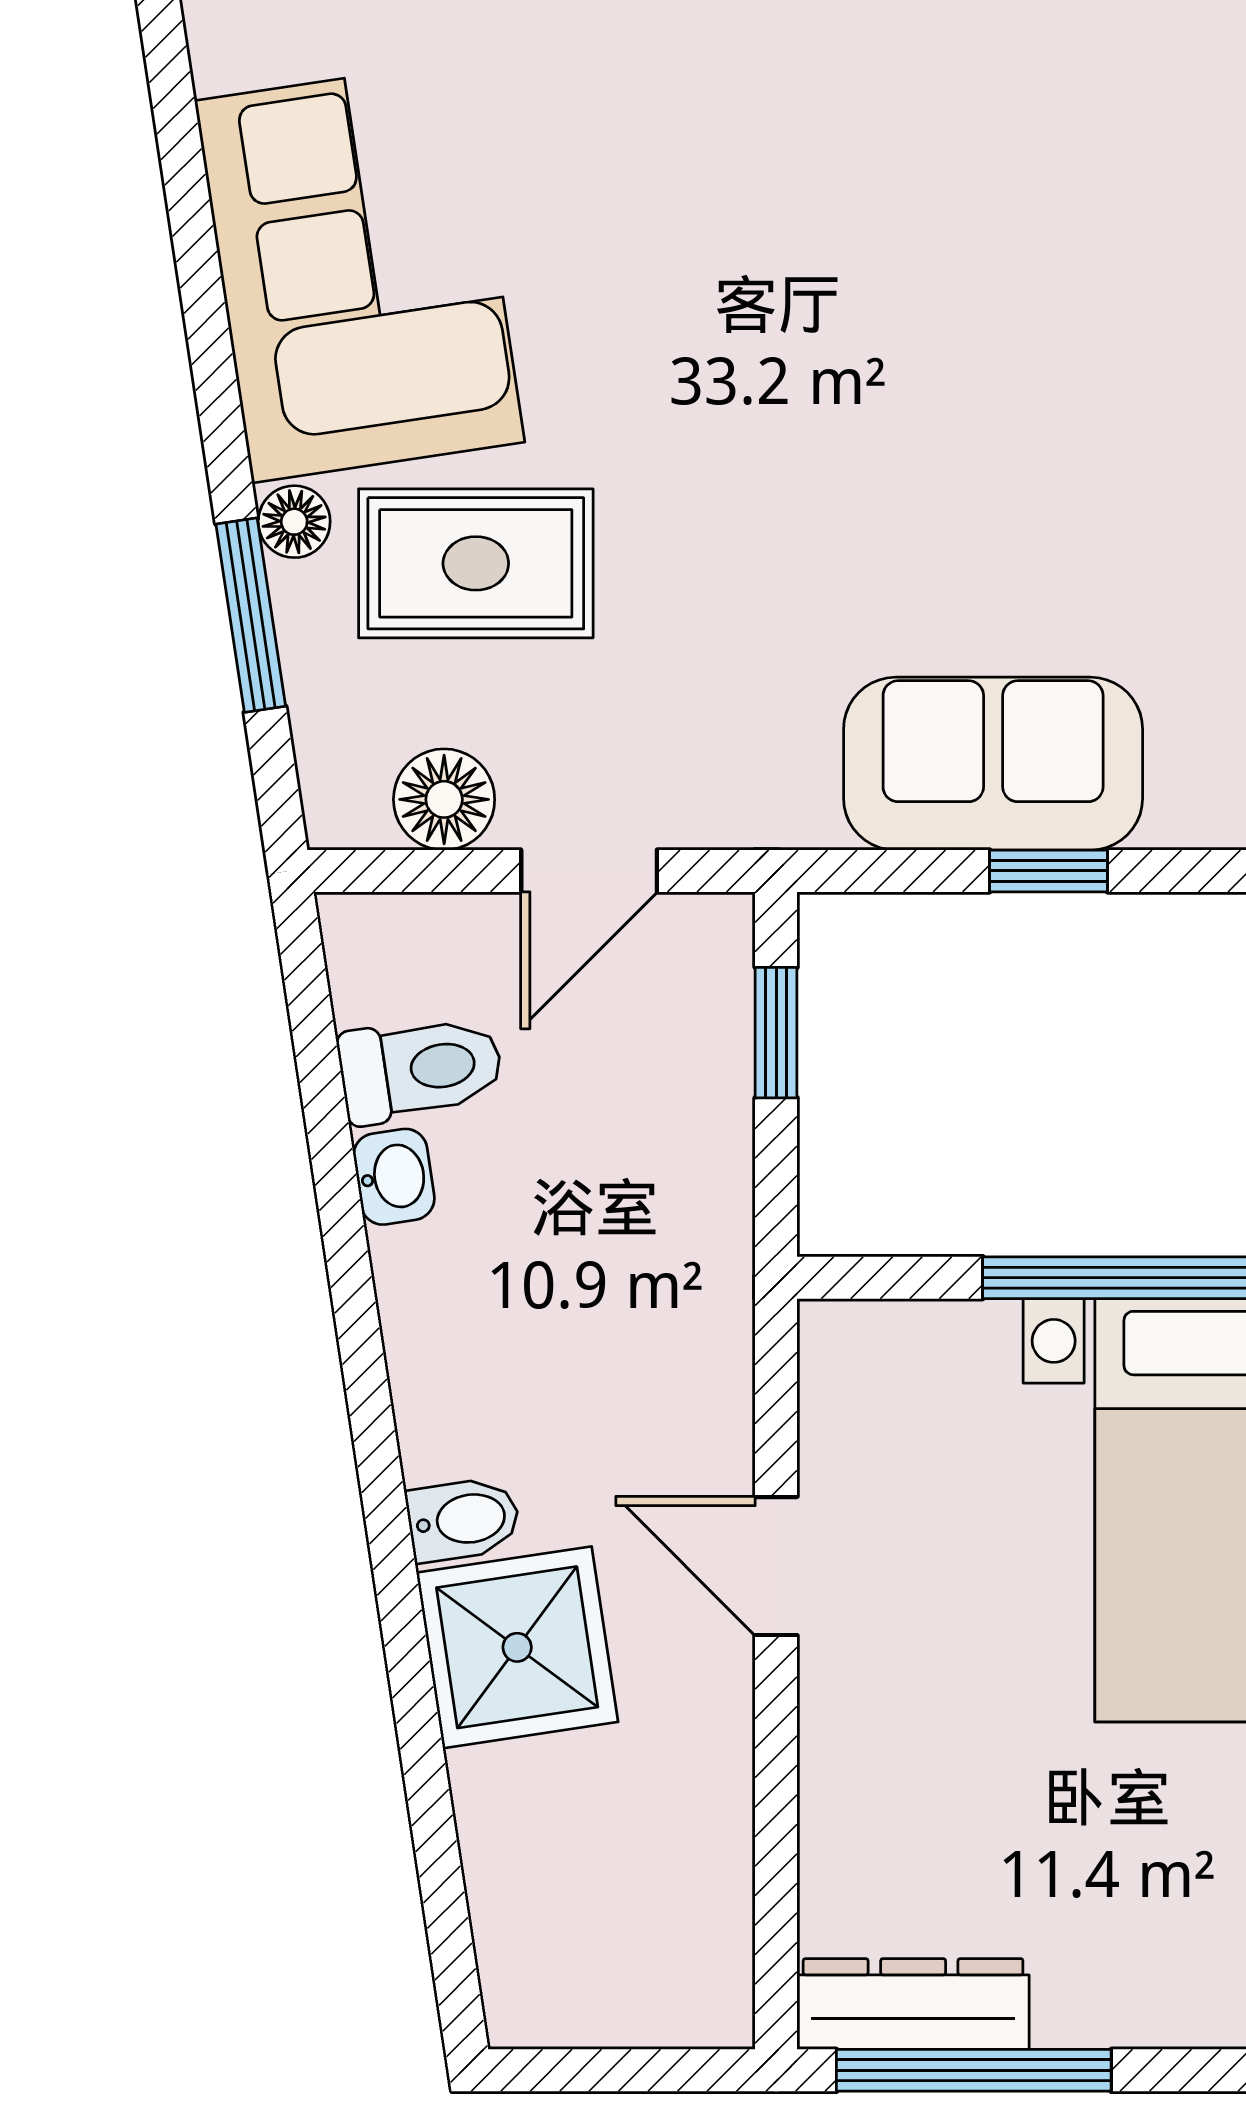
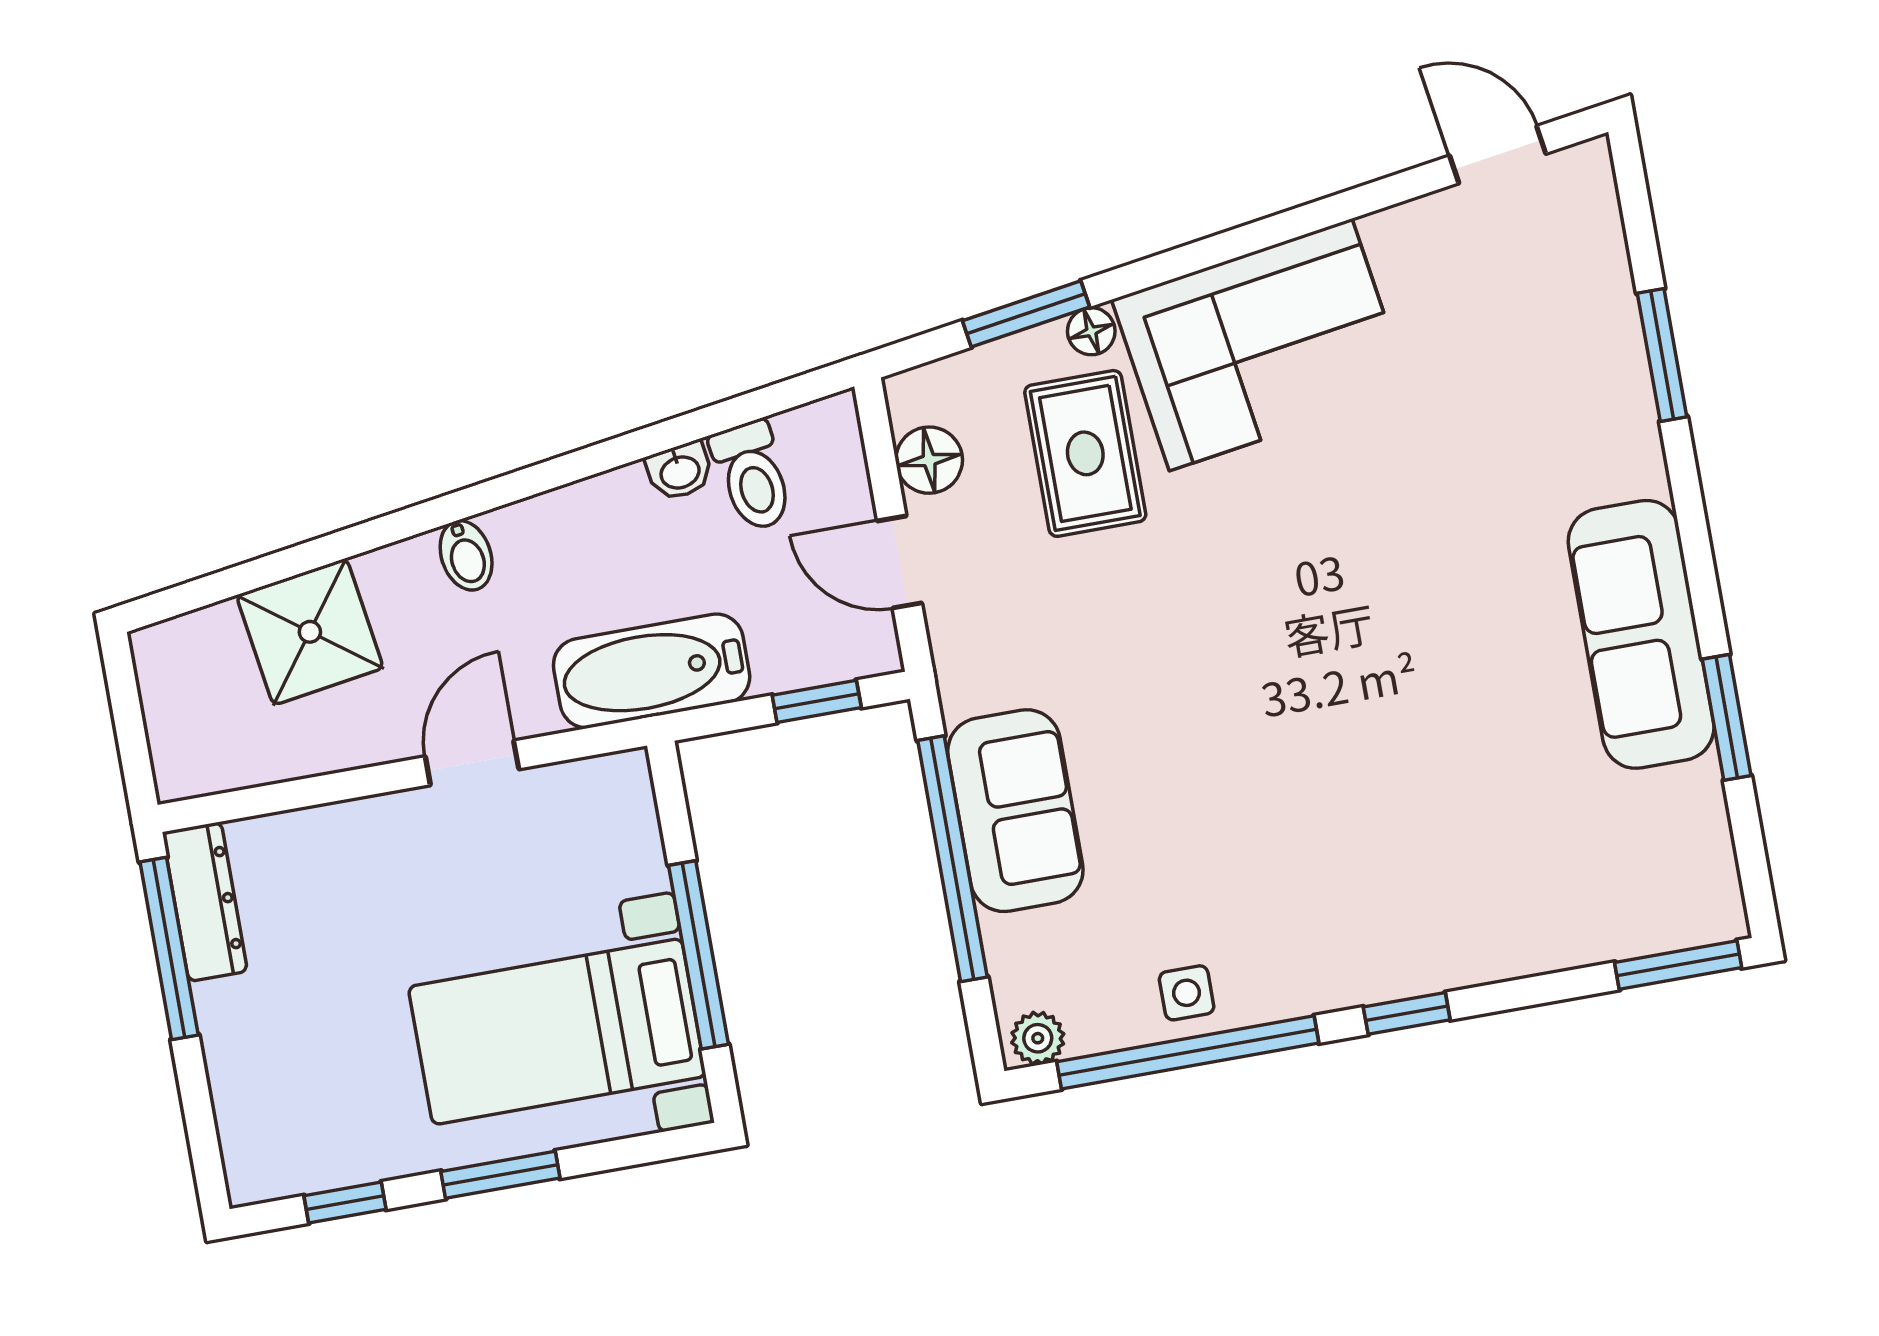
window: (1048, 871) -> (952, 859), width x3.17
bathtub: (686, 1272) -> (652, 671), added
shower: (517, 1647) -> (310, 632), moved

